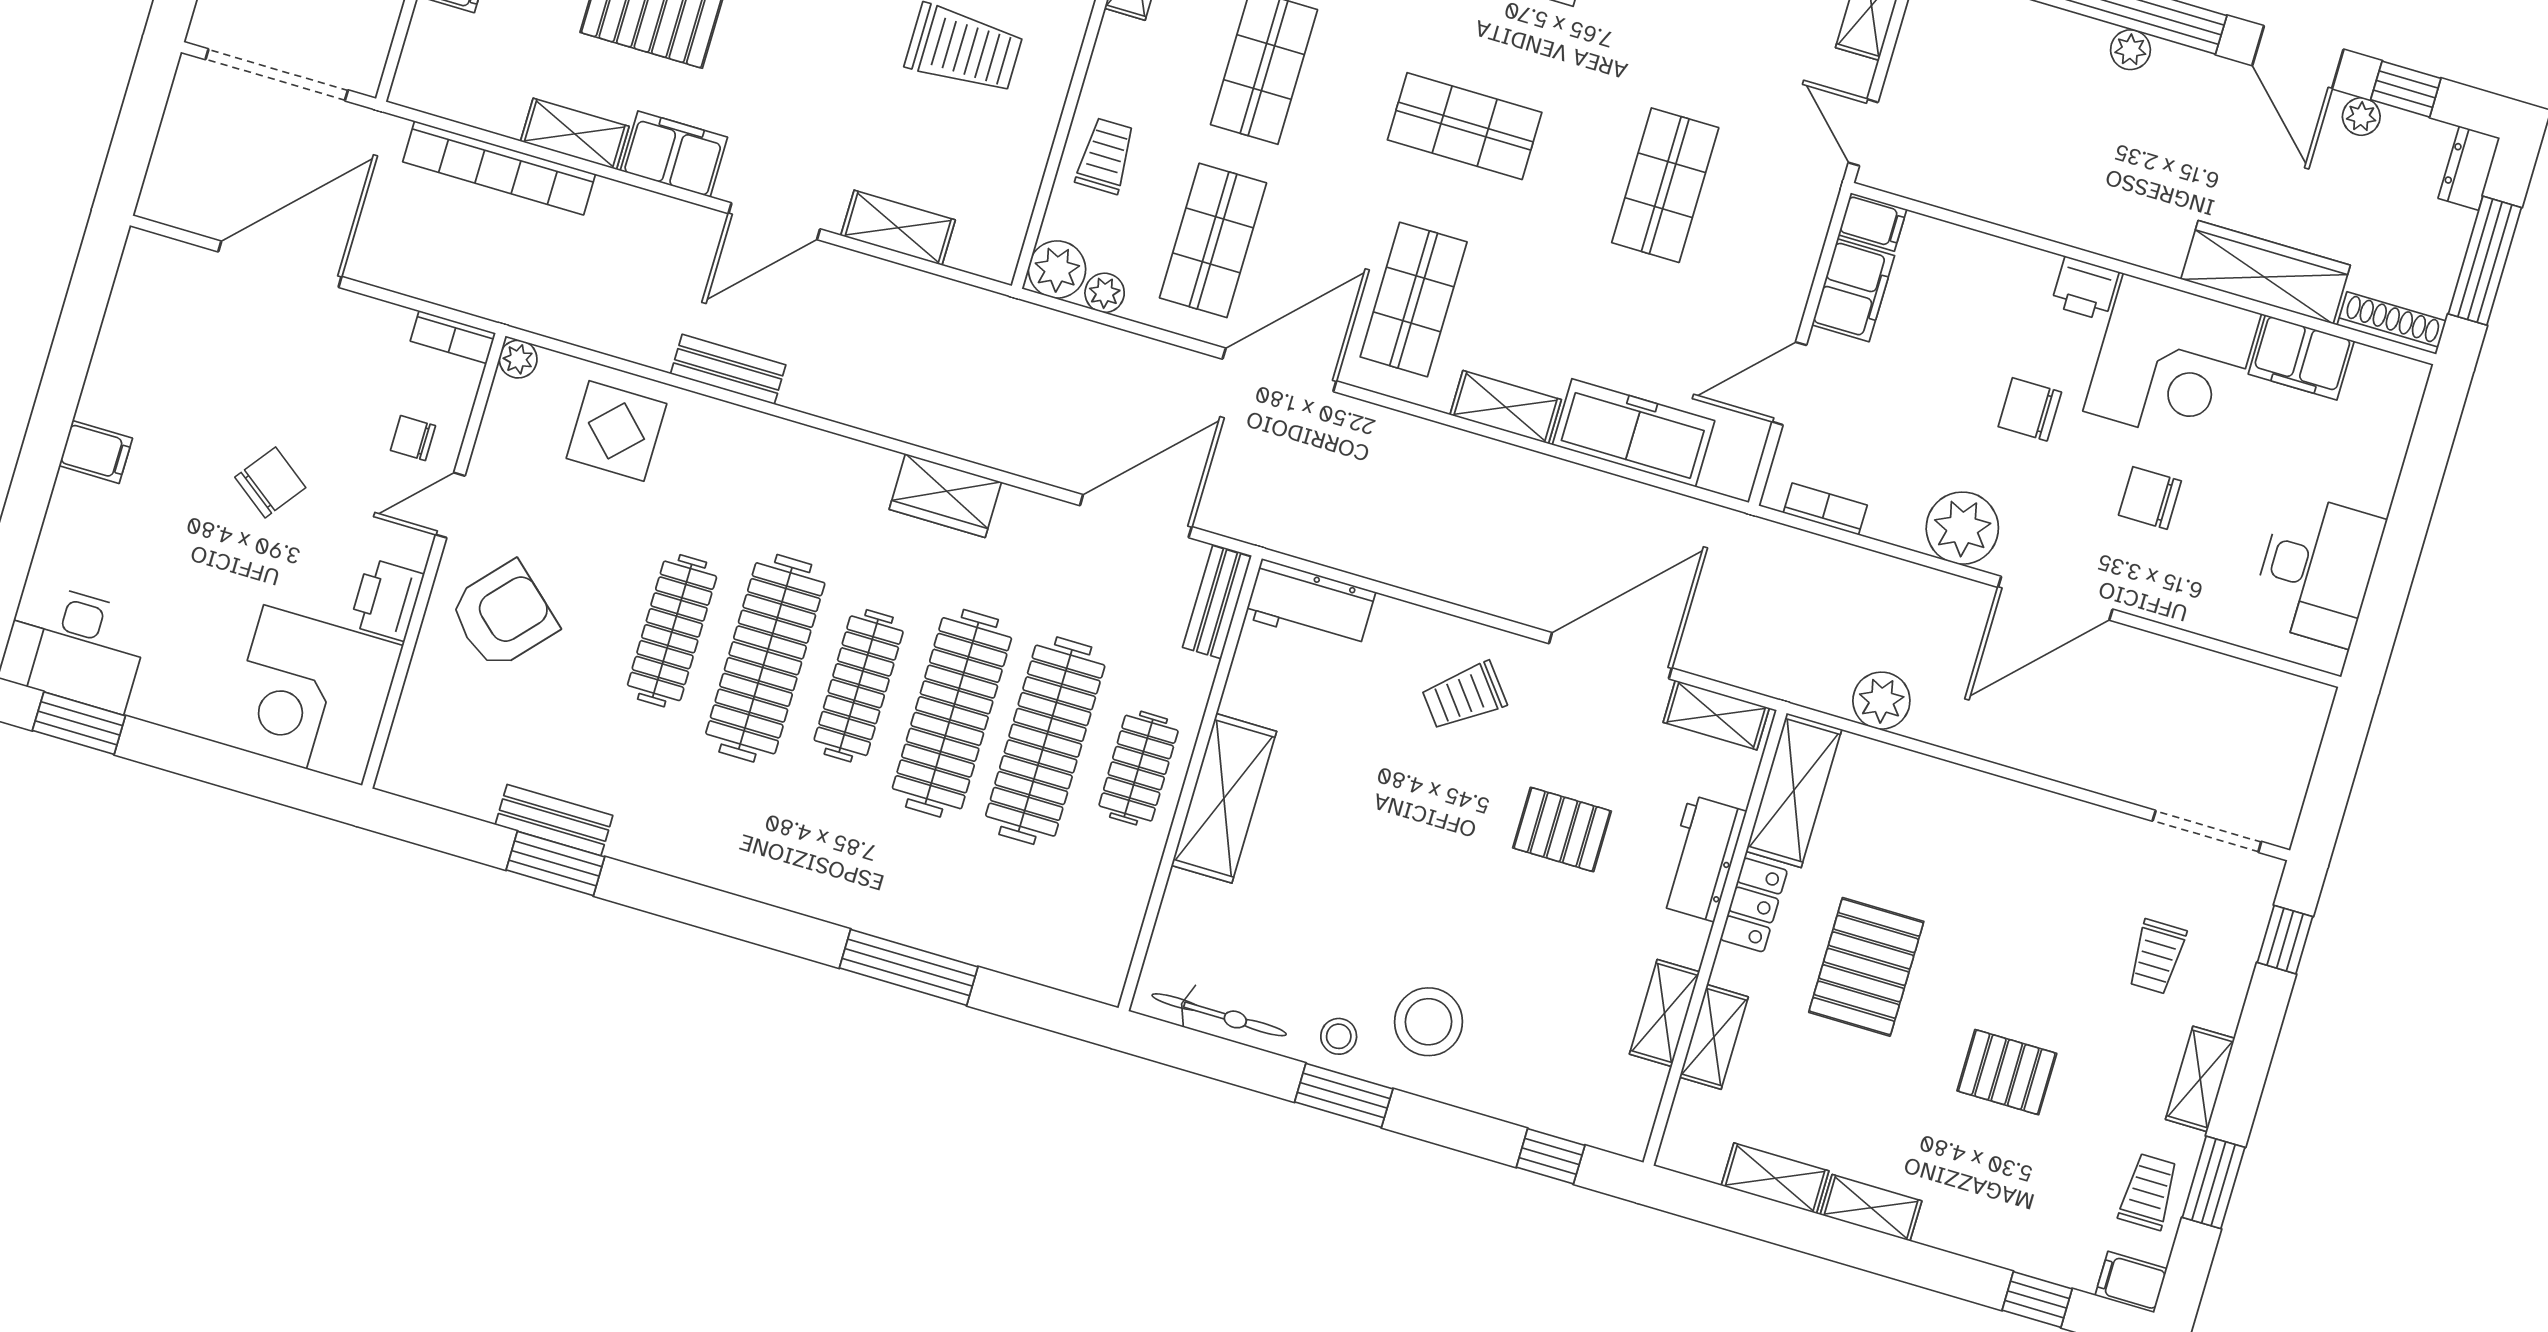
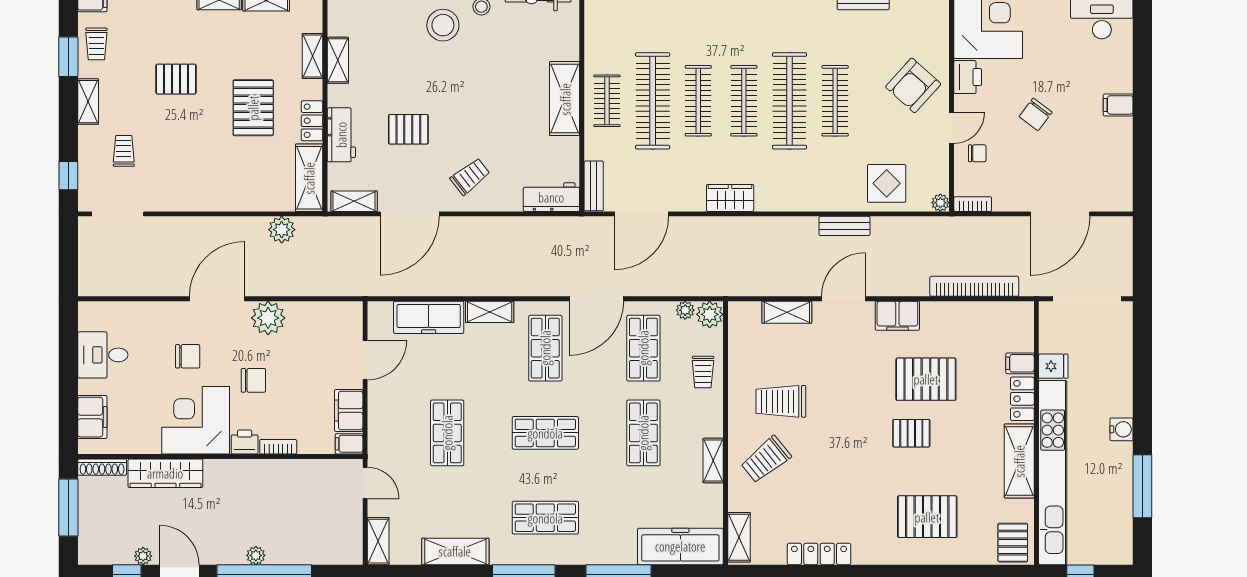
shelving: (575, 134) -> (945, 312), removed
dresser: (2469, 168) -> (88, 547), removed
filing cabinet: (2301, 357) -> (92, 417), moved, turned 90
bookcase: (1825, 509) -> (278, 447), moved, turned 180
desk: (2317, 570) -> (103, 355), width x0.73
clothes rail: (952, 713) -> (698, 101), width x0.73, depth x0.76

